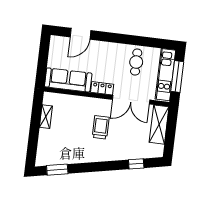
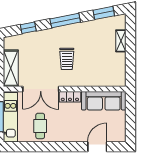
double door: (131, 100) -> (41, 89), swing flipped
shelving: (46, 117) -> (121, 41), moved
window: (98, 167) -> (65, 21), added

